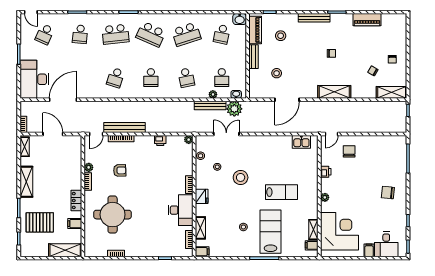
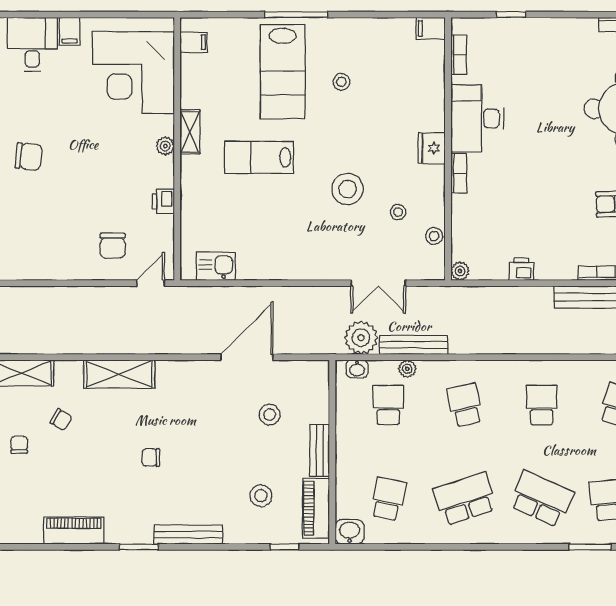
shelving: (334, 92) -> (119, 374), moved
shelving: (200, 228) -> (434, 80), removed
shelving: (313, 230) -> (190, 132), moved

